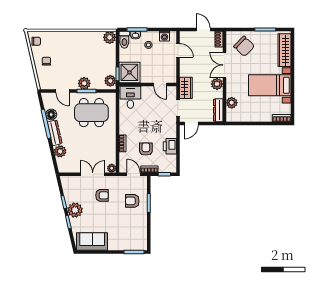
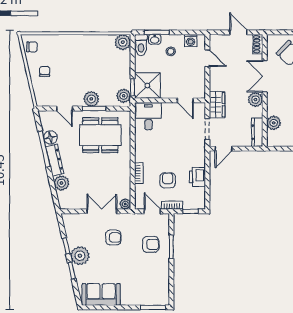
armchair: (132, 201) -> (151, 244), turned 180

